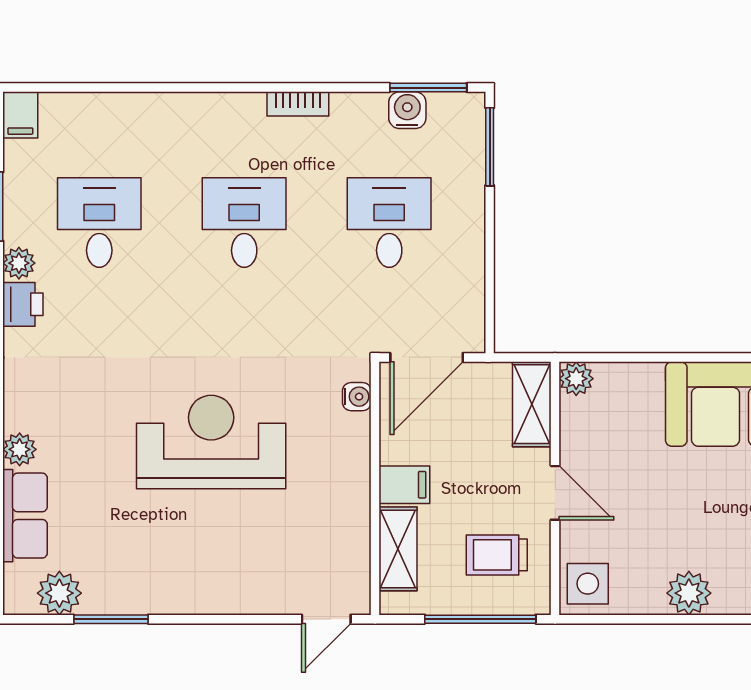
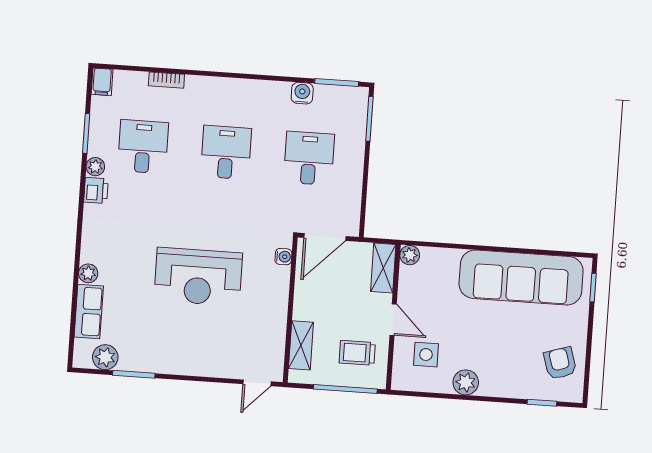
bookcase: (298, 104) -> (166, 80), moved
water cooler: (407, 110) -> (302, 93), moved
reception desk: (211, 442) -> (198, 277), turned 180
filing cabinet: (404, 485) -> (307, 309), removed
side table: (588, 584) -> (426, 355), moved

